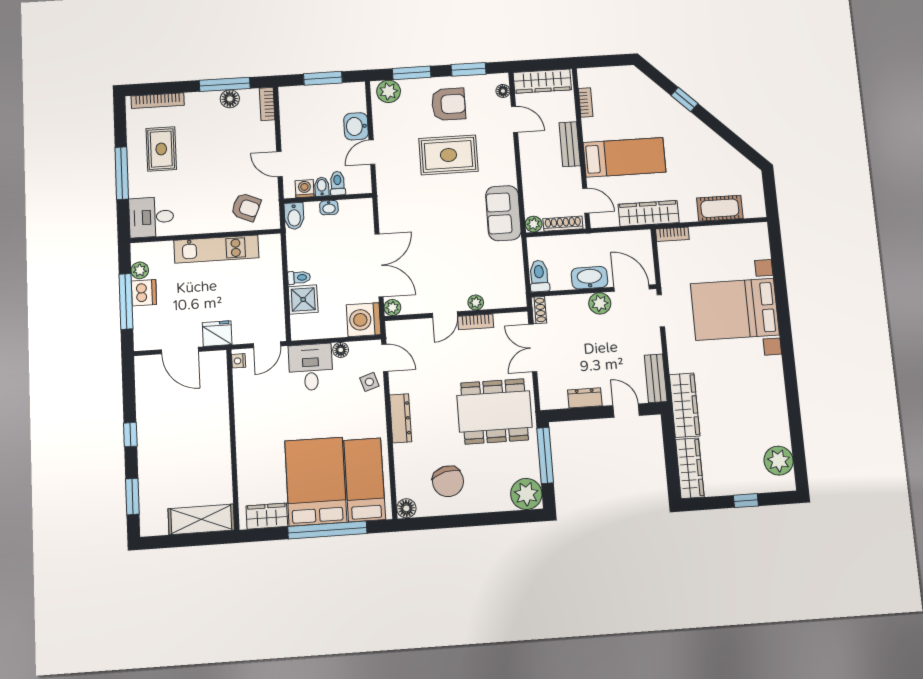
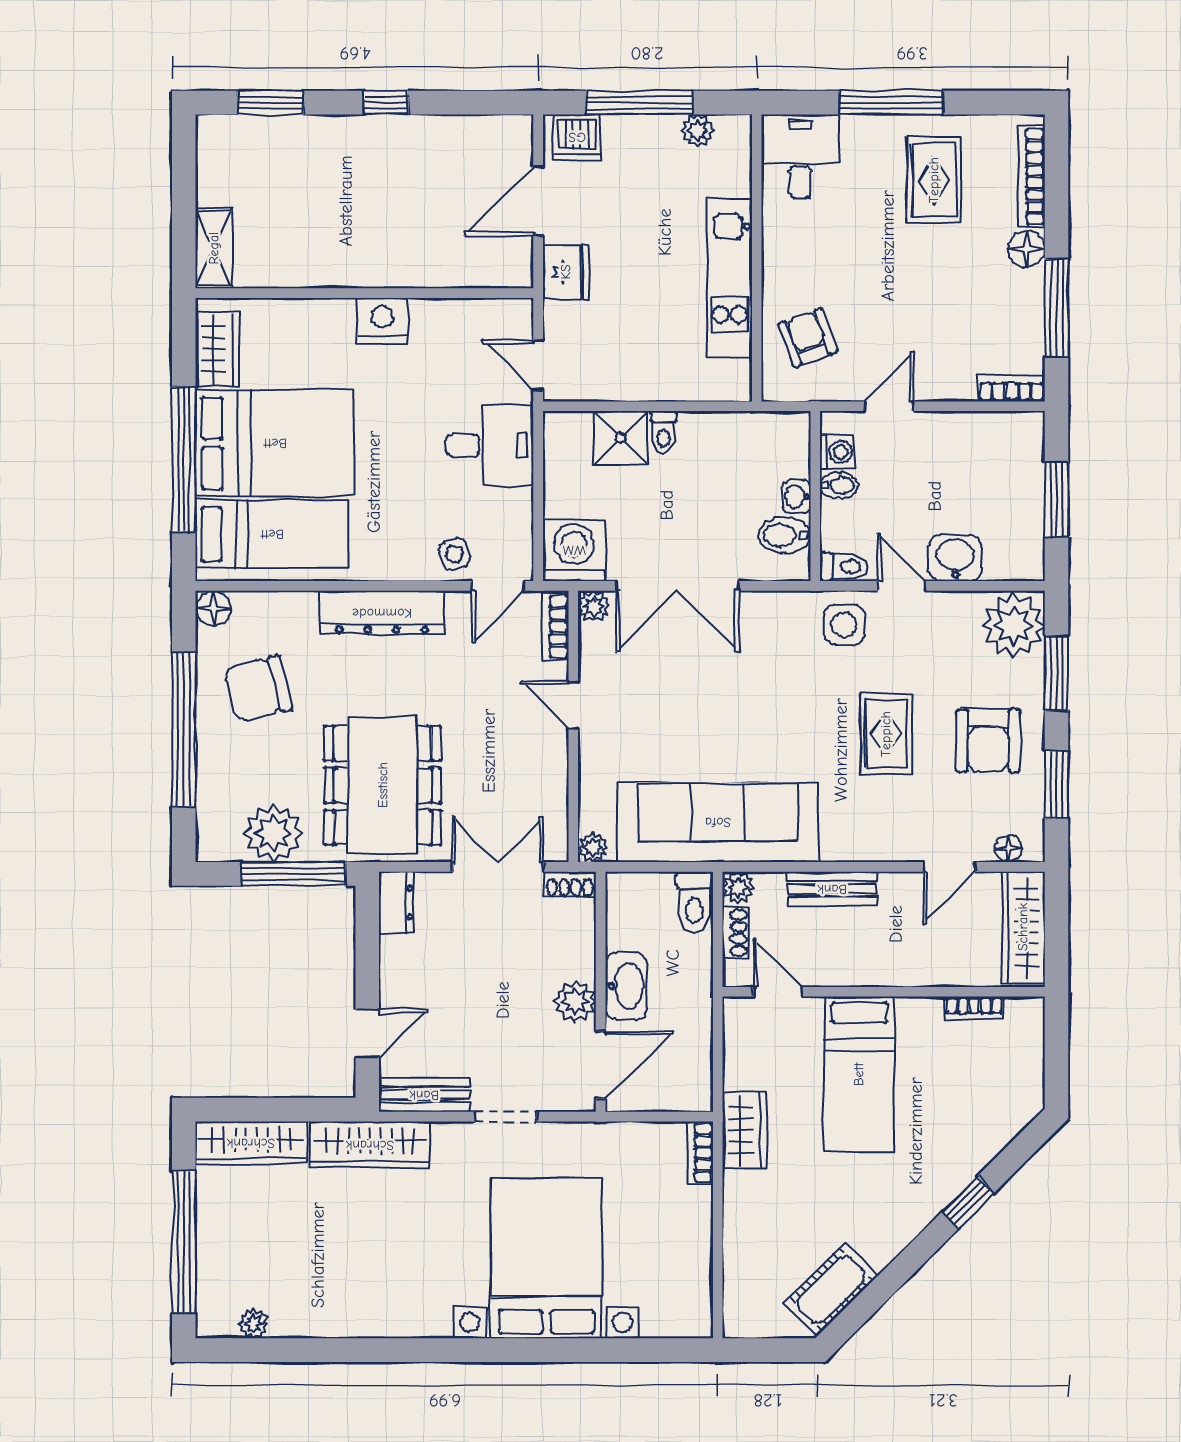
plant: (389, 91) -> (1014, 626), width x1.36, depth x1.36
floor lamp: (230, 99) -> (1026, 249), moved
bench: (570, 144) -> (832, 889), moved
rug: (161, 149) -> (934, 180), turned 90
rug: (448, 155) -> (886, 734), width x0.73, depth x0.70
side table: (394, 179) -> (844, 625), added
toilet: (338, 183) -> (844, 567), moved
door: (586, 201) -> (778, 992), swing flipped
armchair: (246, 207) -> (808, 338), turned 137
cot: (720, 208) -> (831, 1290), moved, turned 45
sofa: (503, 213) -> (718, 822), width x1.85, depth x1.27
wardrobe: (649, 213) -> (745, 1130), width x0.67
bidet: (294, 216) -> (784, 535), moved
shoe rack: (563, 224) -> (735, 933), width x0.70
toilet: (539, 276) -> (694, 902), moved, turned 90
dishwasher: (144, 293) -> (577, 137), moved
plant: (476, 302) -> (593, 847), moved
doorway: (661, 311) -> (506, 1117), moved
bookcase: (476, 322) -> (555, 627), moved
floor lamp: (341, 350) -> (519, 503), removed
nightstand: (239, 361) -> (382, 320), moved, width x1.89, depth x1.79
dresser: (585, 398) -> (396, 903), moved
dresser: (401, 418) -> (382, 613), width x1.37, depth x1.24
plant: (779, 461) -> (254, 1324), width x0.53, depth x0.53
plant: (526, 494) -> (273, 833), moved
window: (746, 501) -> (184, 1242), width x3.17
shelving: (201, 519) -> (214, 248), width x0.67, depth x0.75
window: (473, 520) -> (184, 730), added

